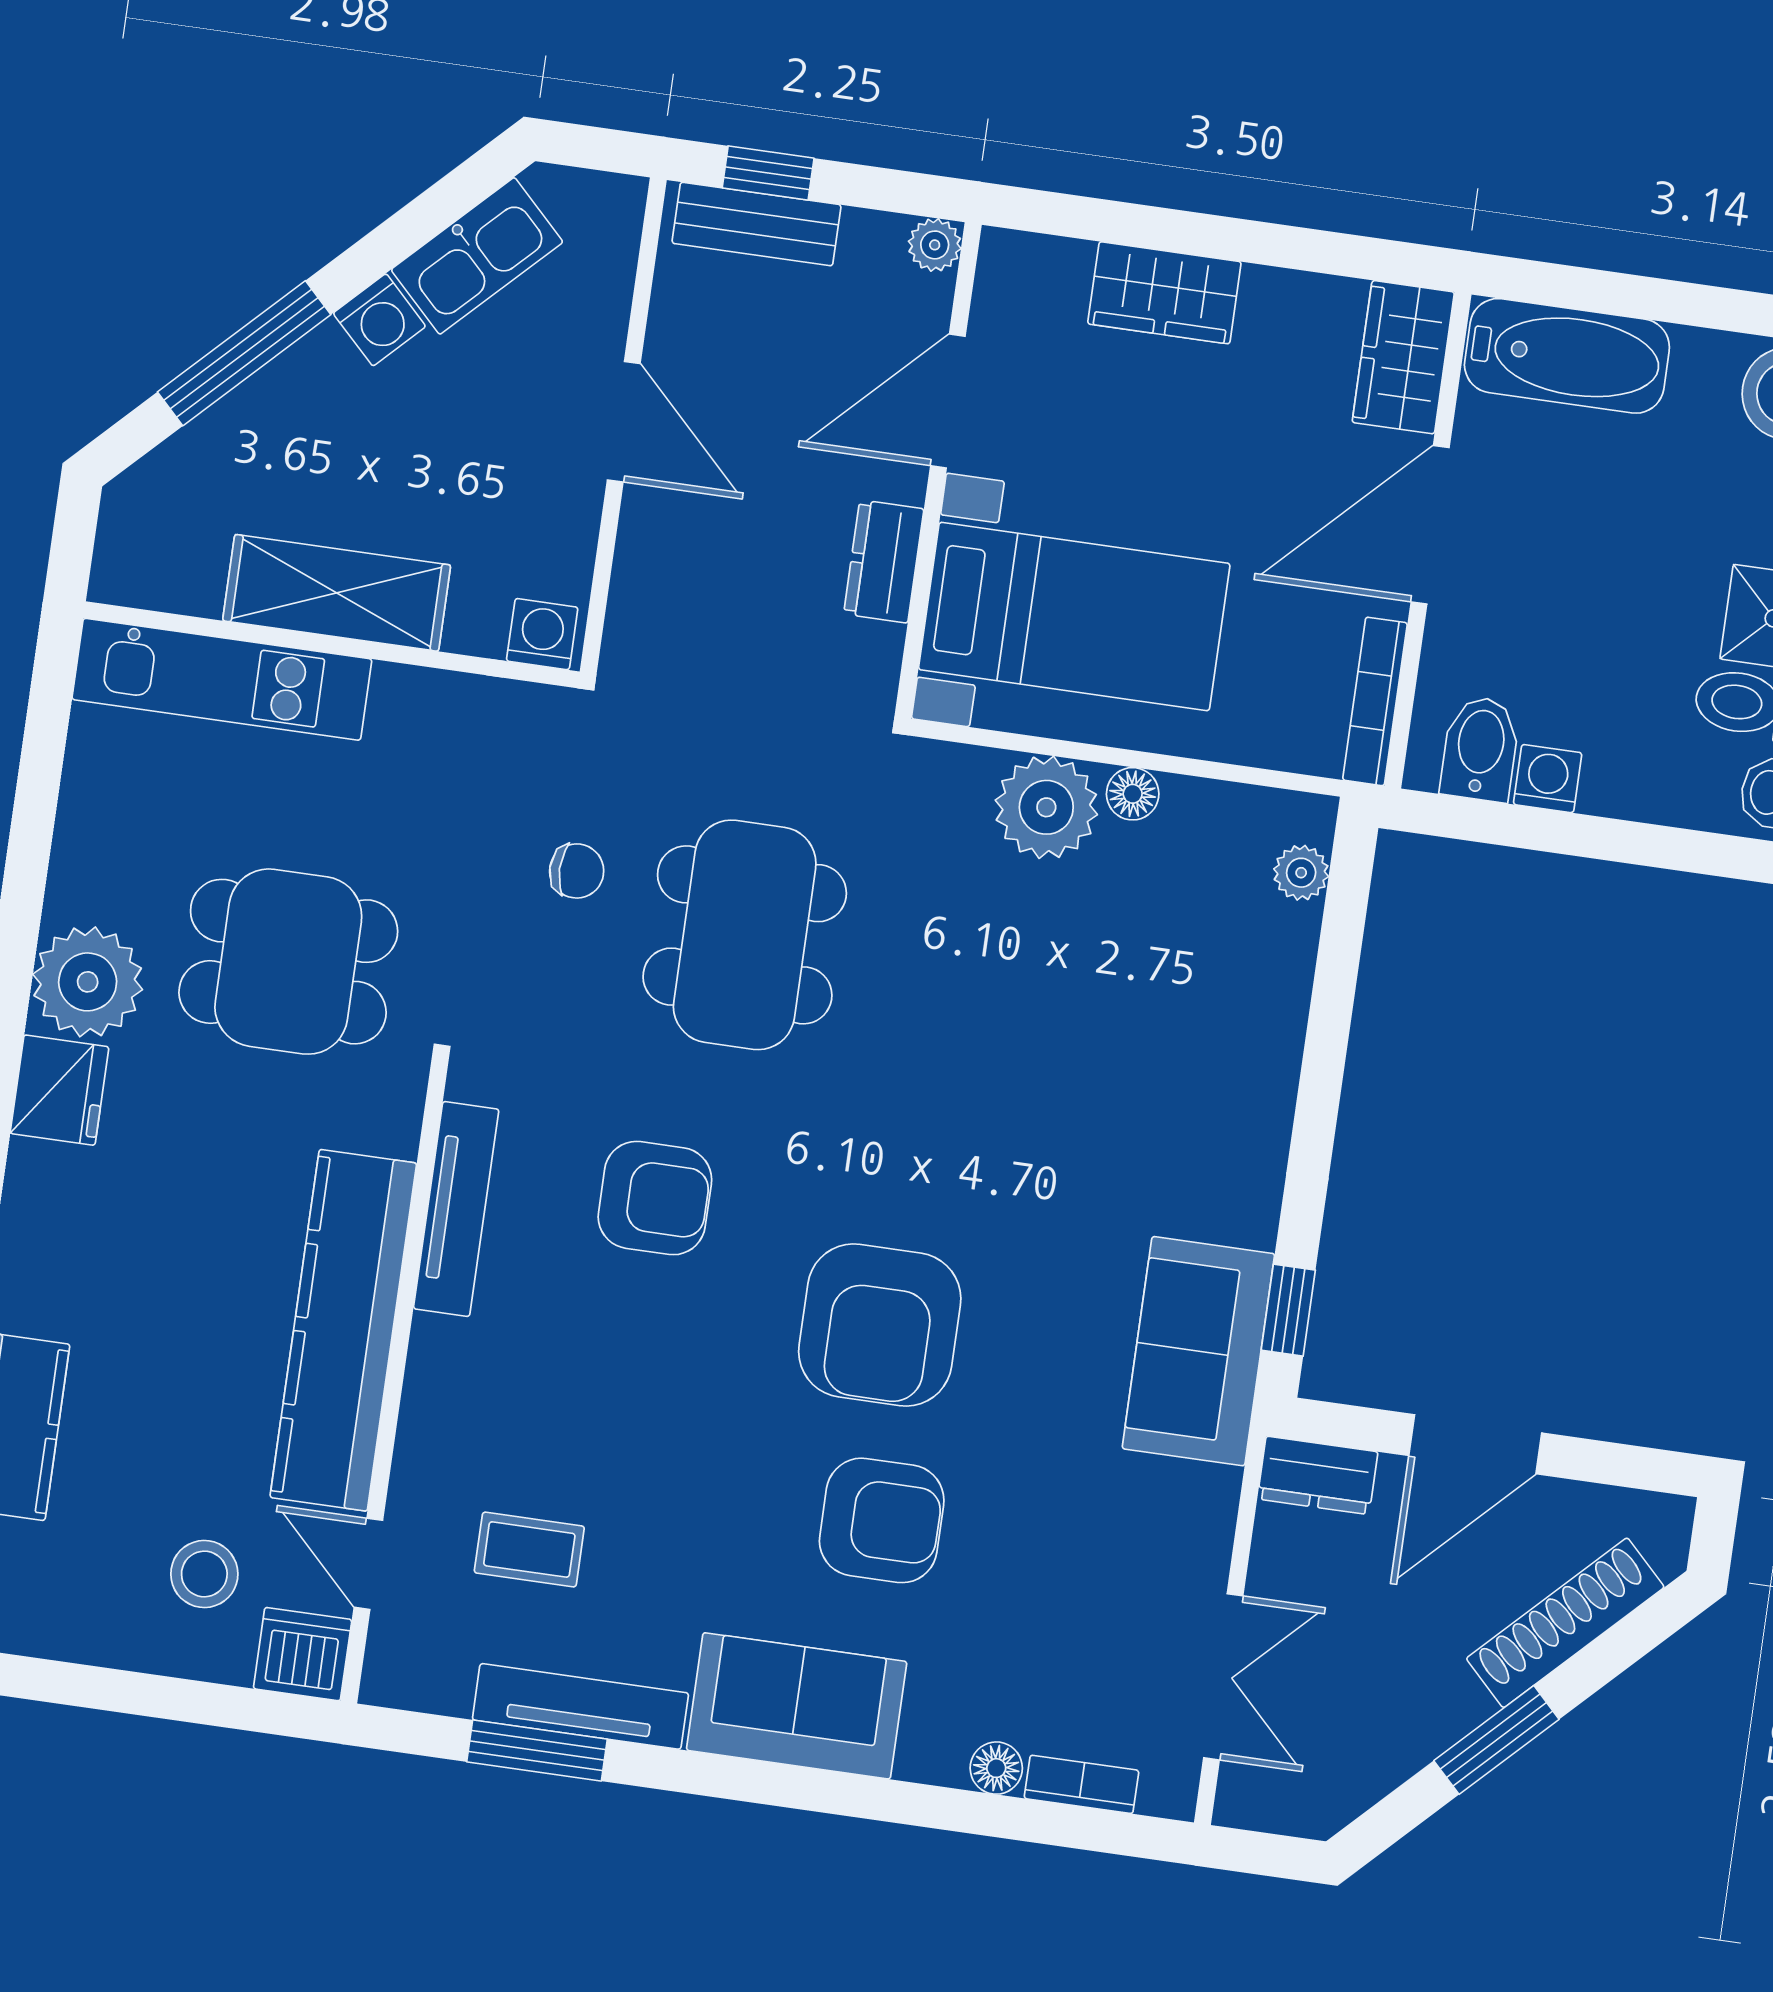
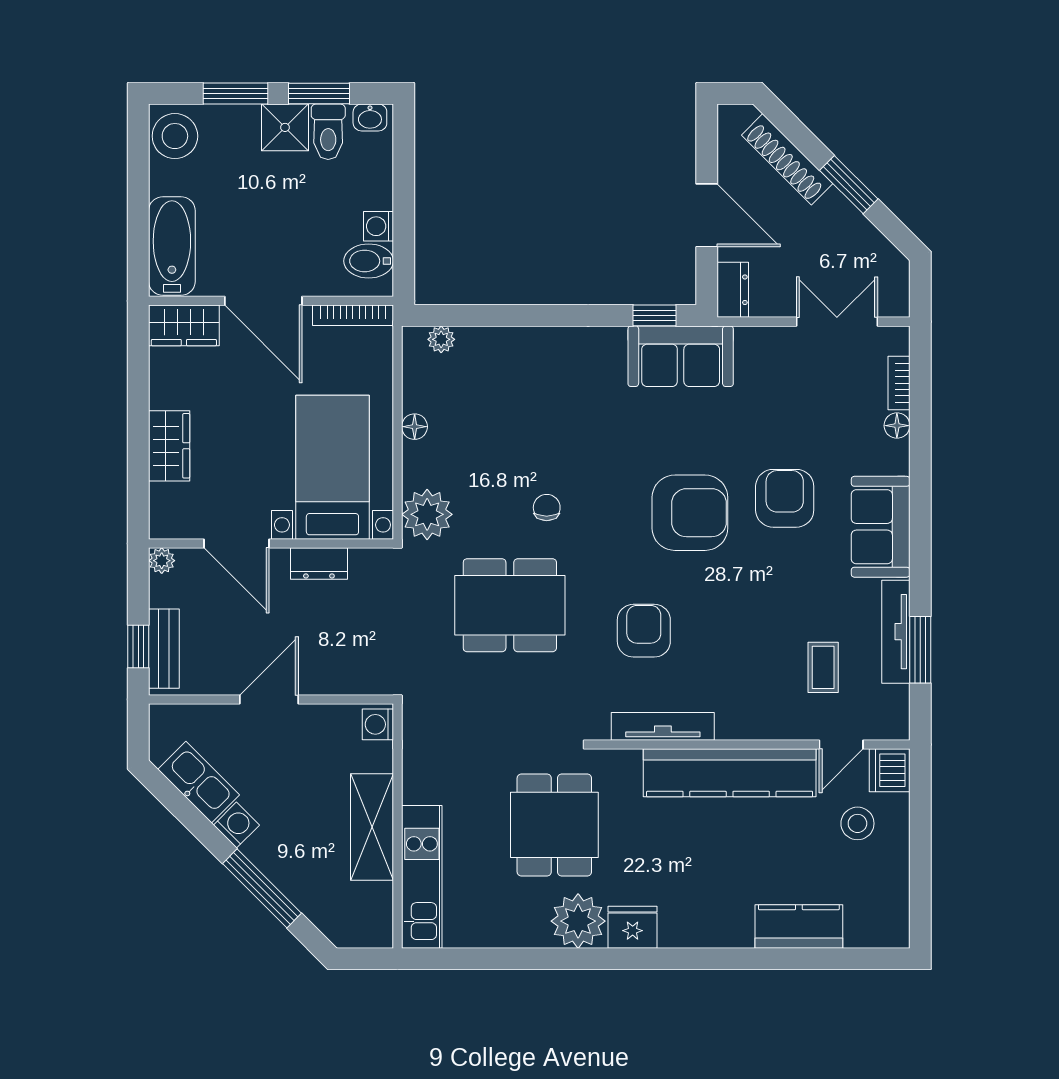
plant: (1046, 807) -> (427, 514), moved
chair: (577, 871) -> (547, 508), moved

